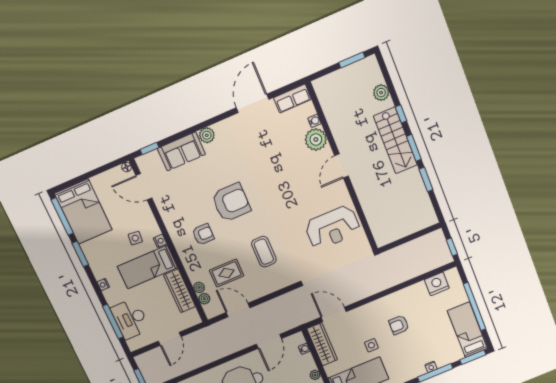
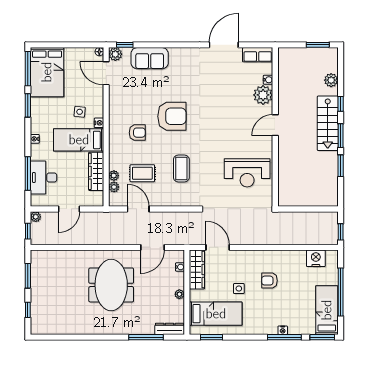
plant: (207, 135) -> (115, 54), moved
plant: (141, 360) -> (36, 217), added

